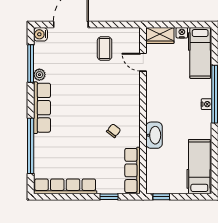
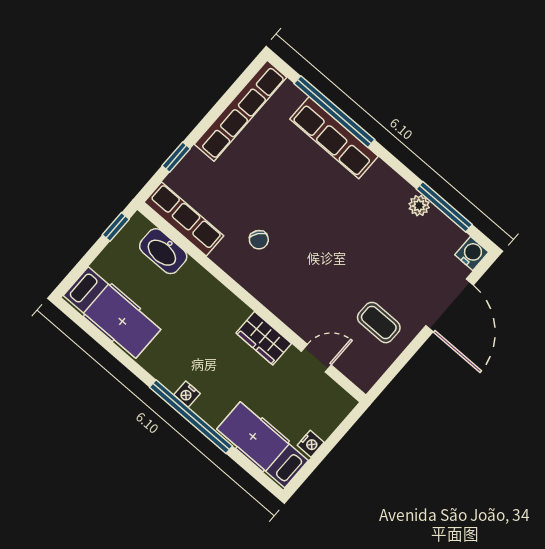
wardrobe: (160, 36) -> (264, 338), moved, turned -90
row of seats: (42, 108) -> (334, 138), moved
washbasin: (154, 135) -> (163, 251), moved

